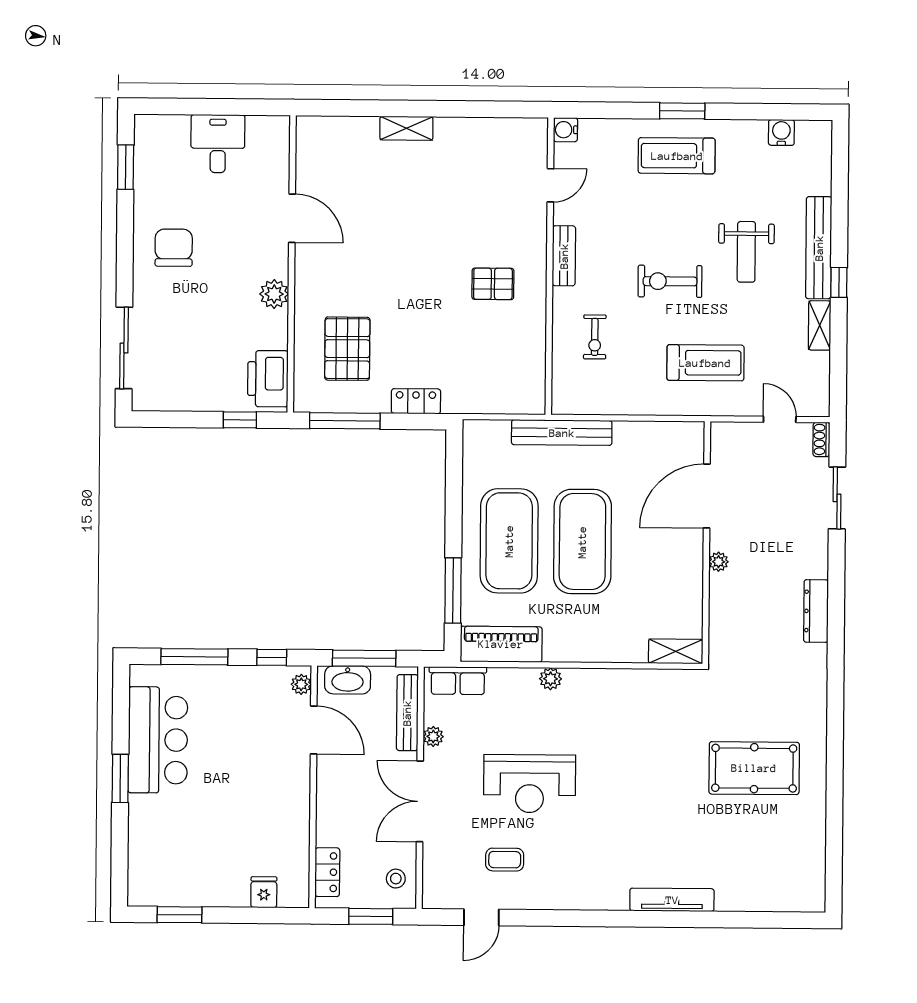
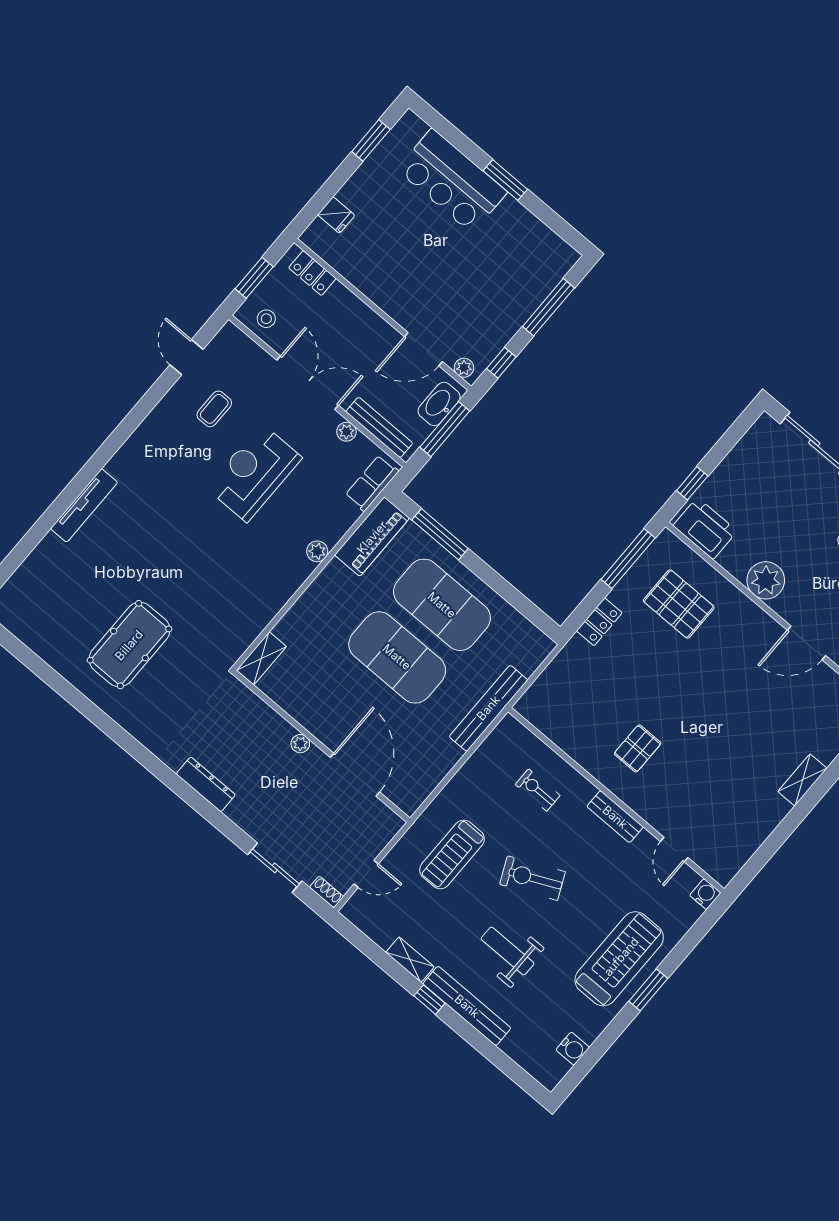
treadmill: (677, 156) -> (619, 959), width x1.37, depth x1.38
exercise bike: (670, 281) -> (532, 878), turned -115
plant: (274, 294) -> (766, 580), width x1.36, depth x1.36
bar counter: (158, 740) -> (452, 181), moved

